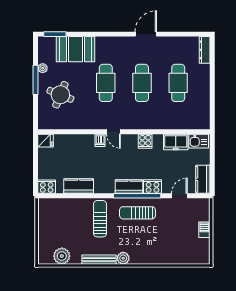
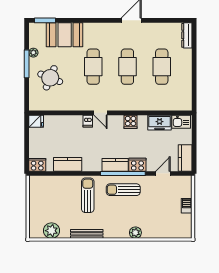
plant: (123, 258) -> (135, 233), moved

